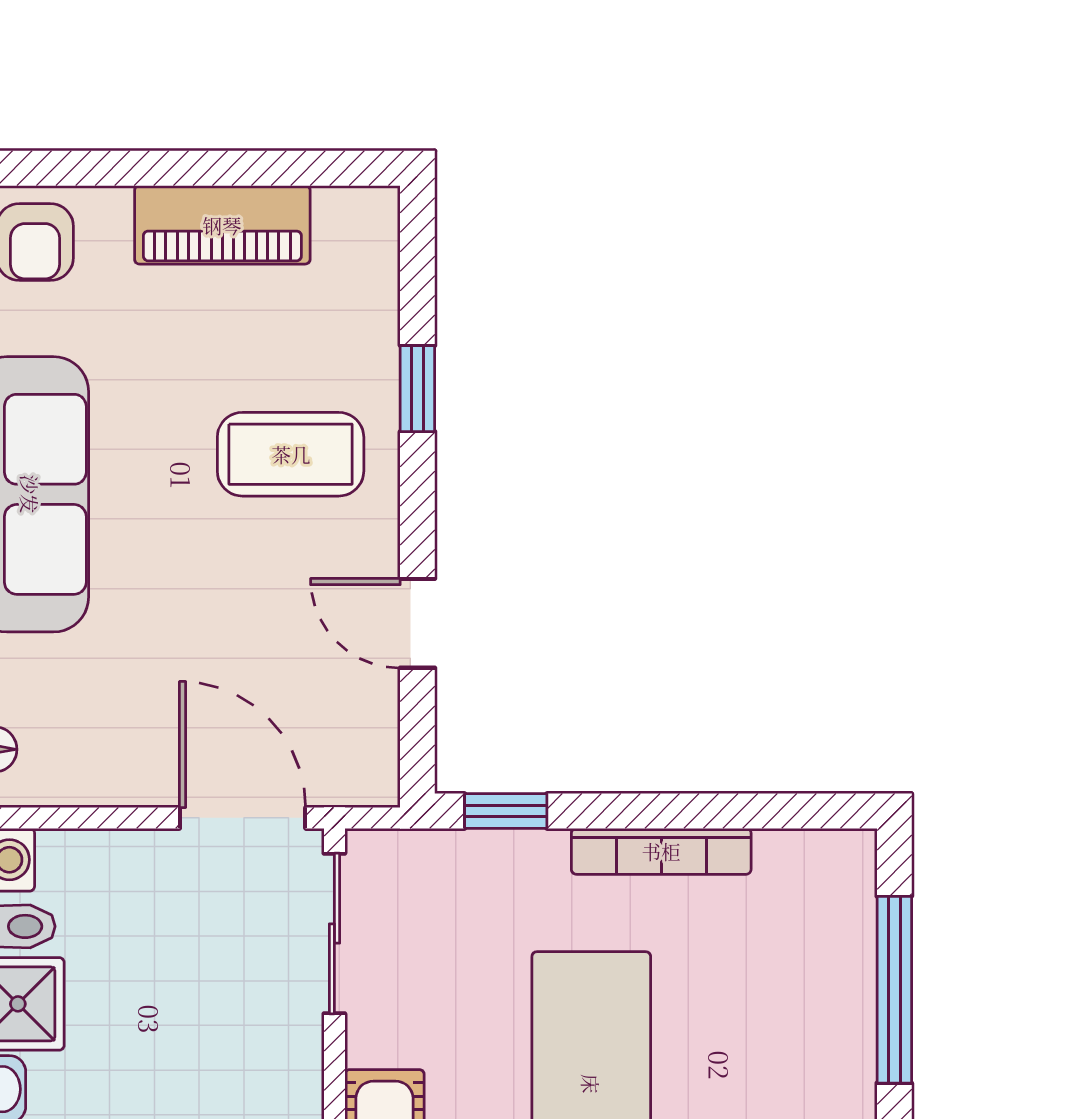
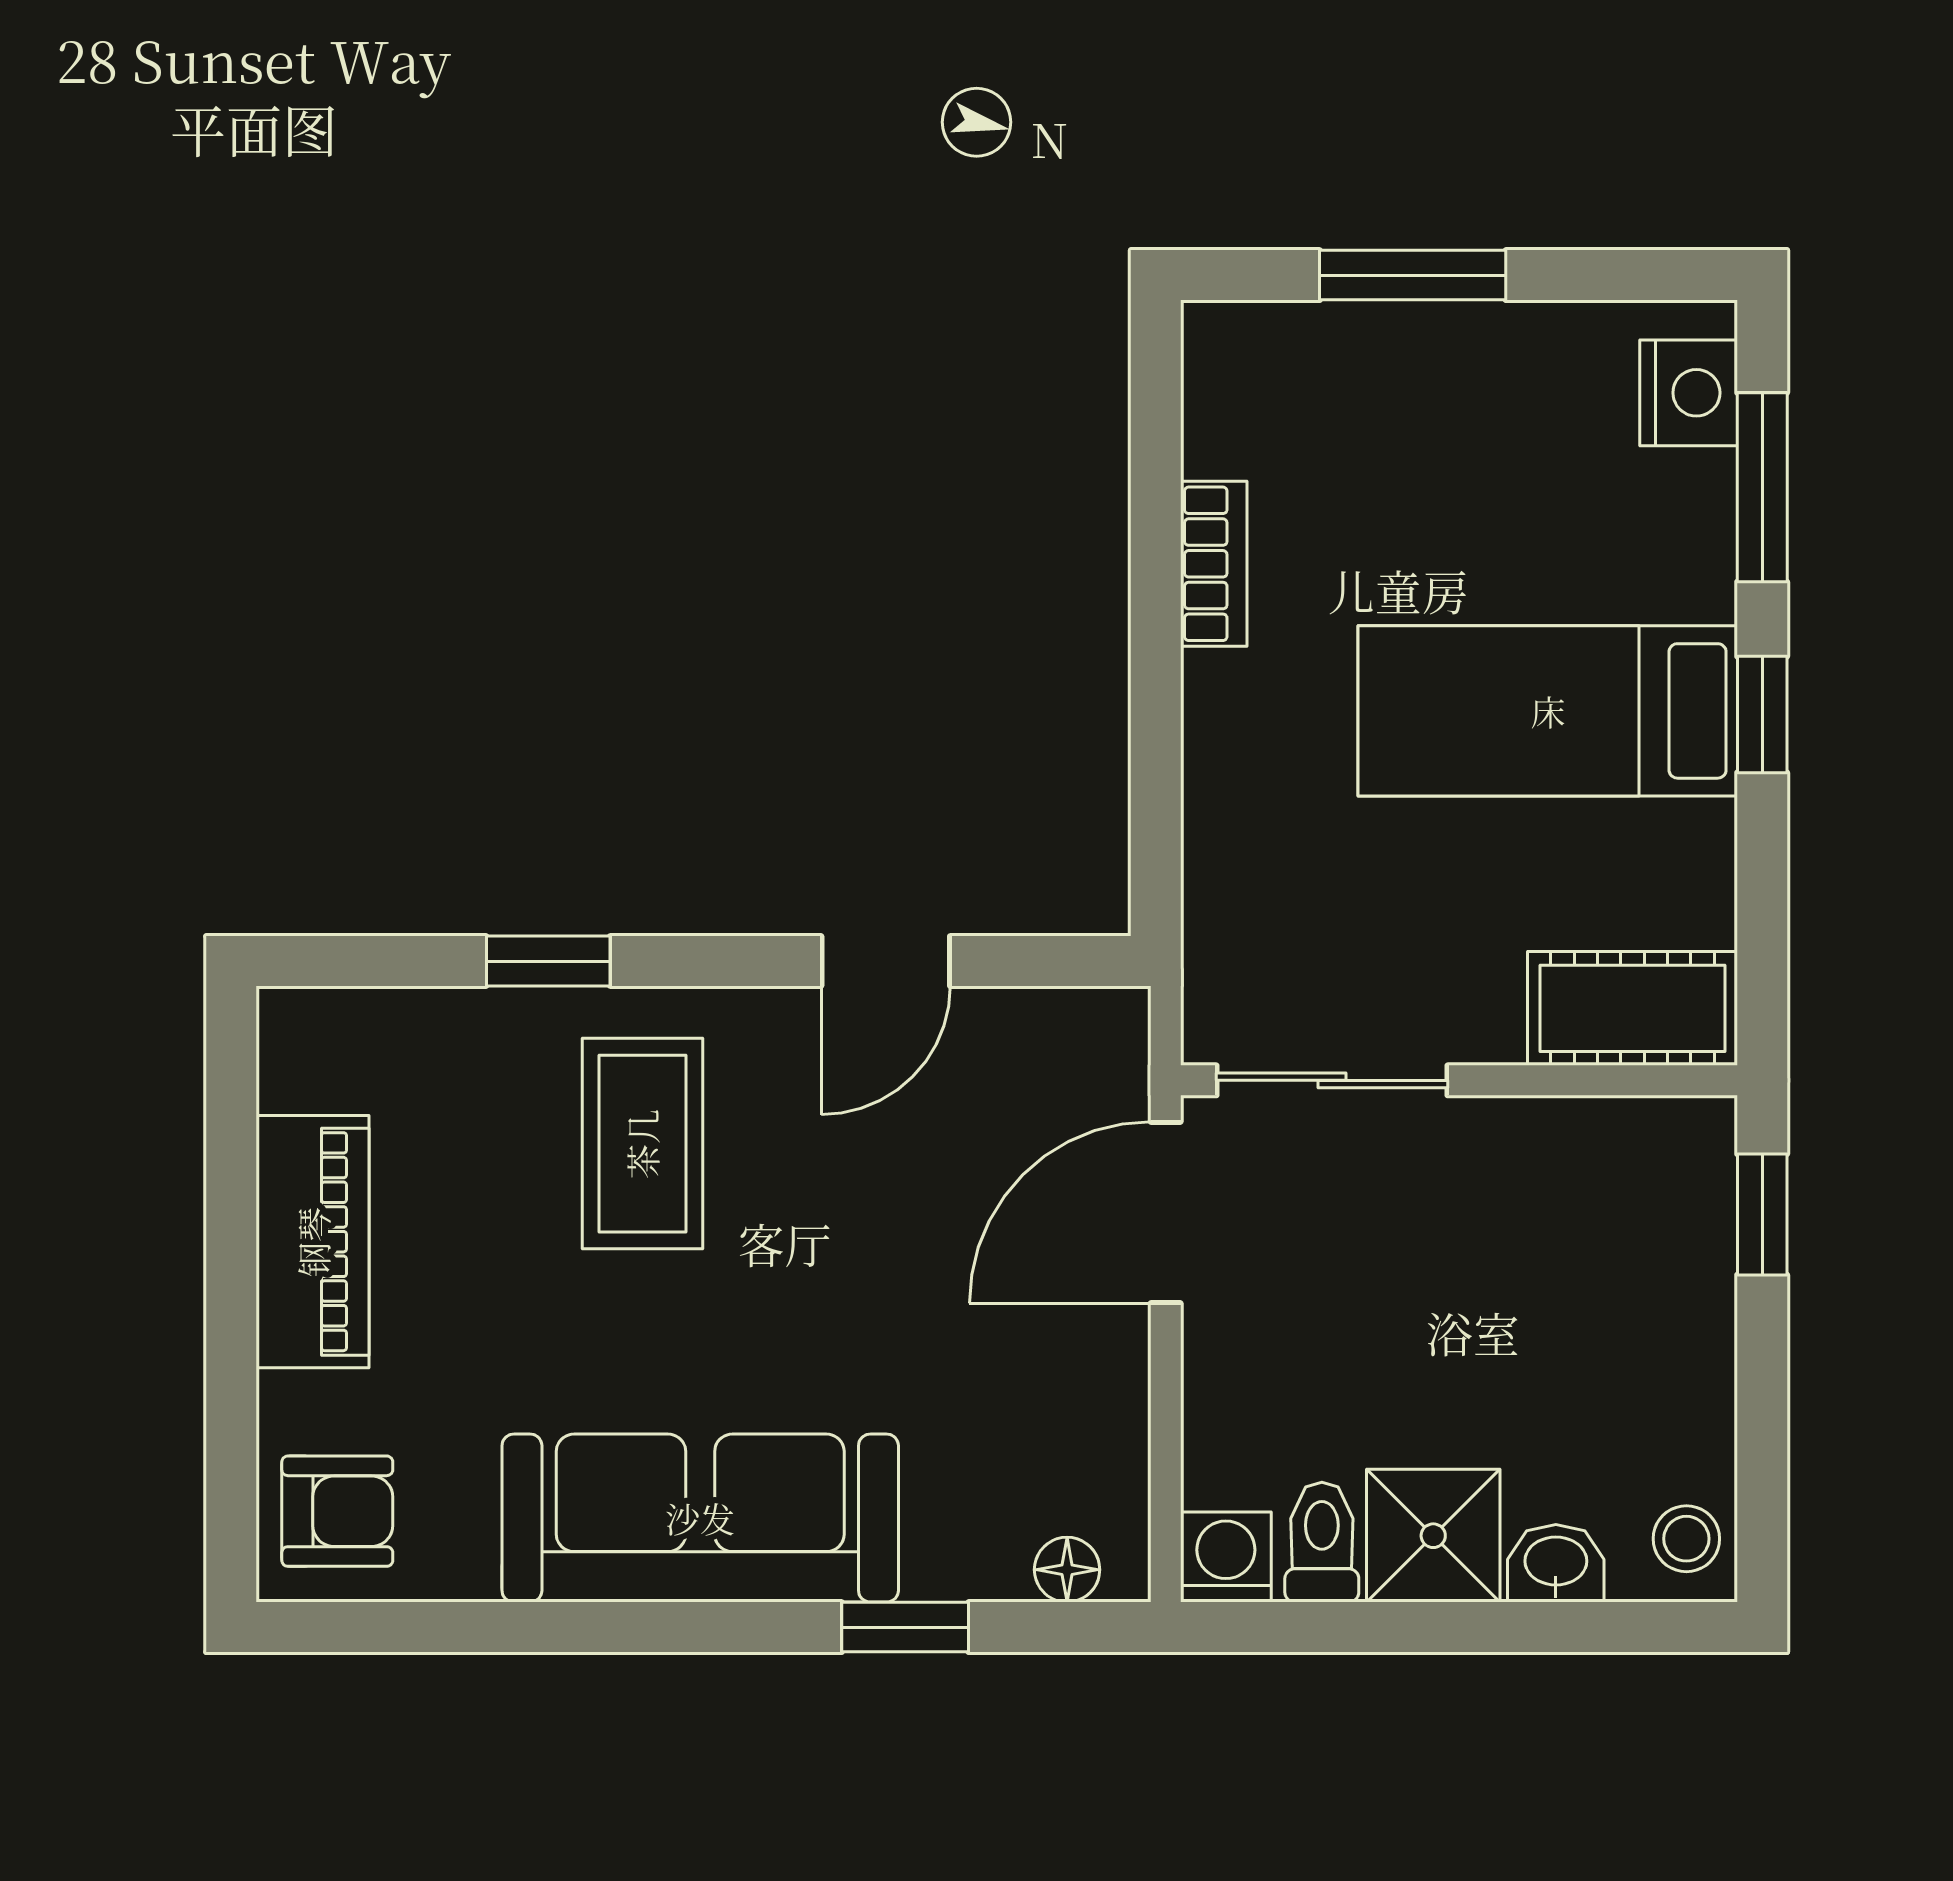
window: (506, 811) -> (1156, 834), removed
bookcase: (661, 851) -> (1214, 564), width x0.64
window: (894, 990) -> (1413, 275), width x0.69

